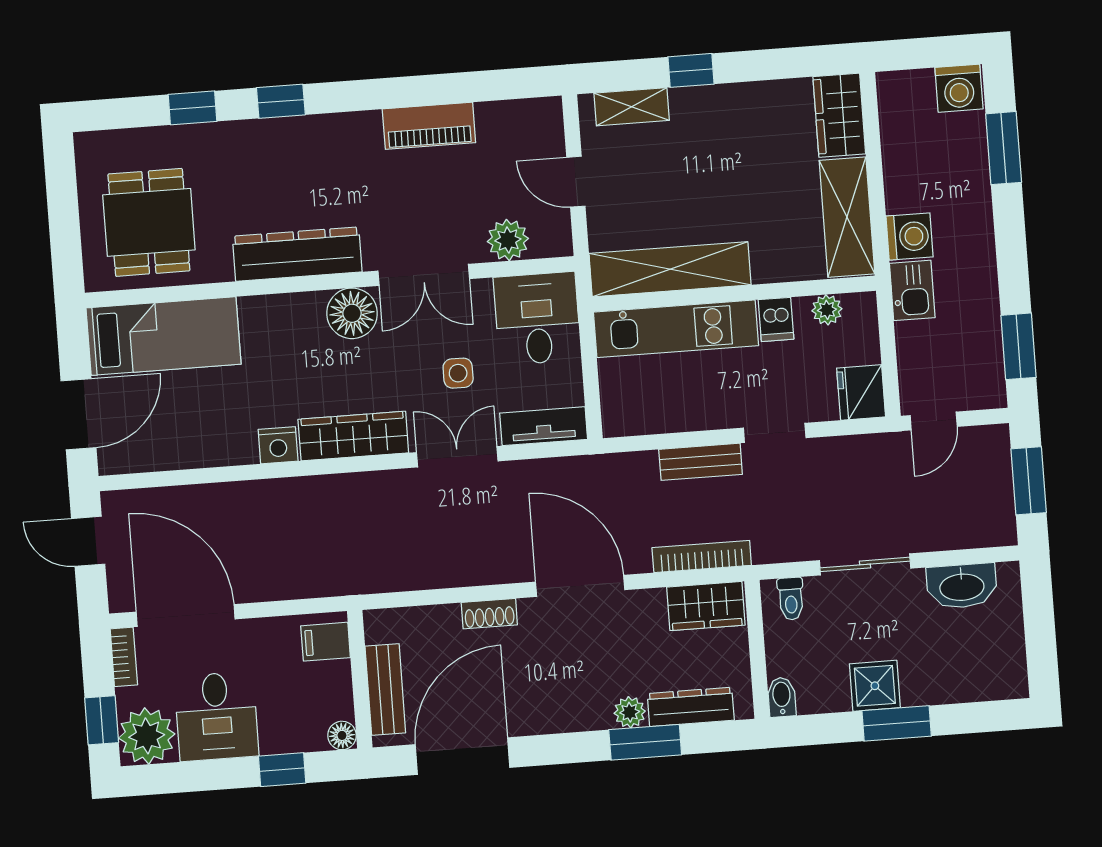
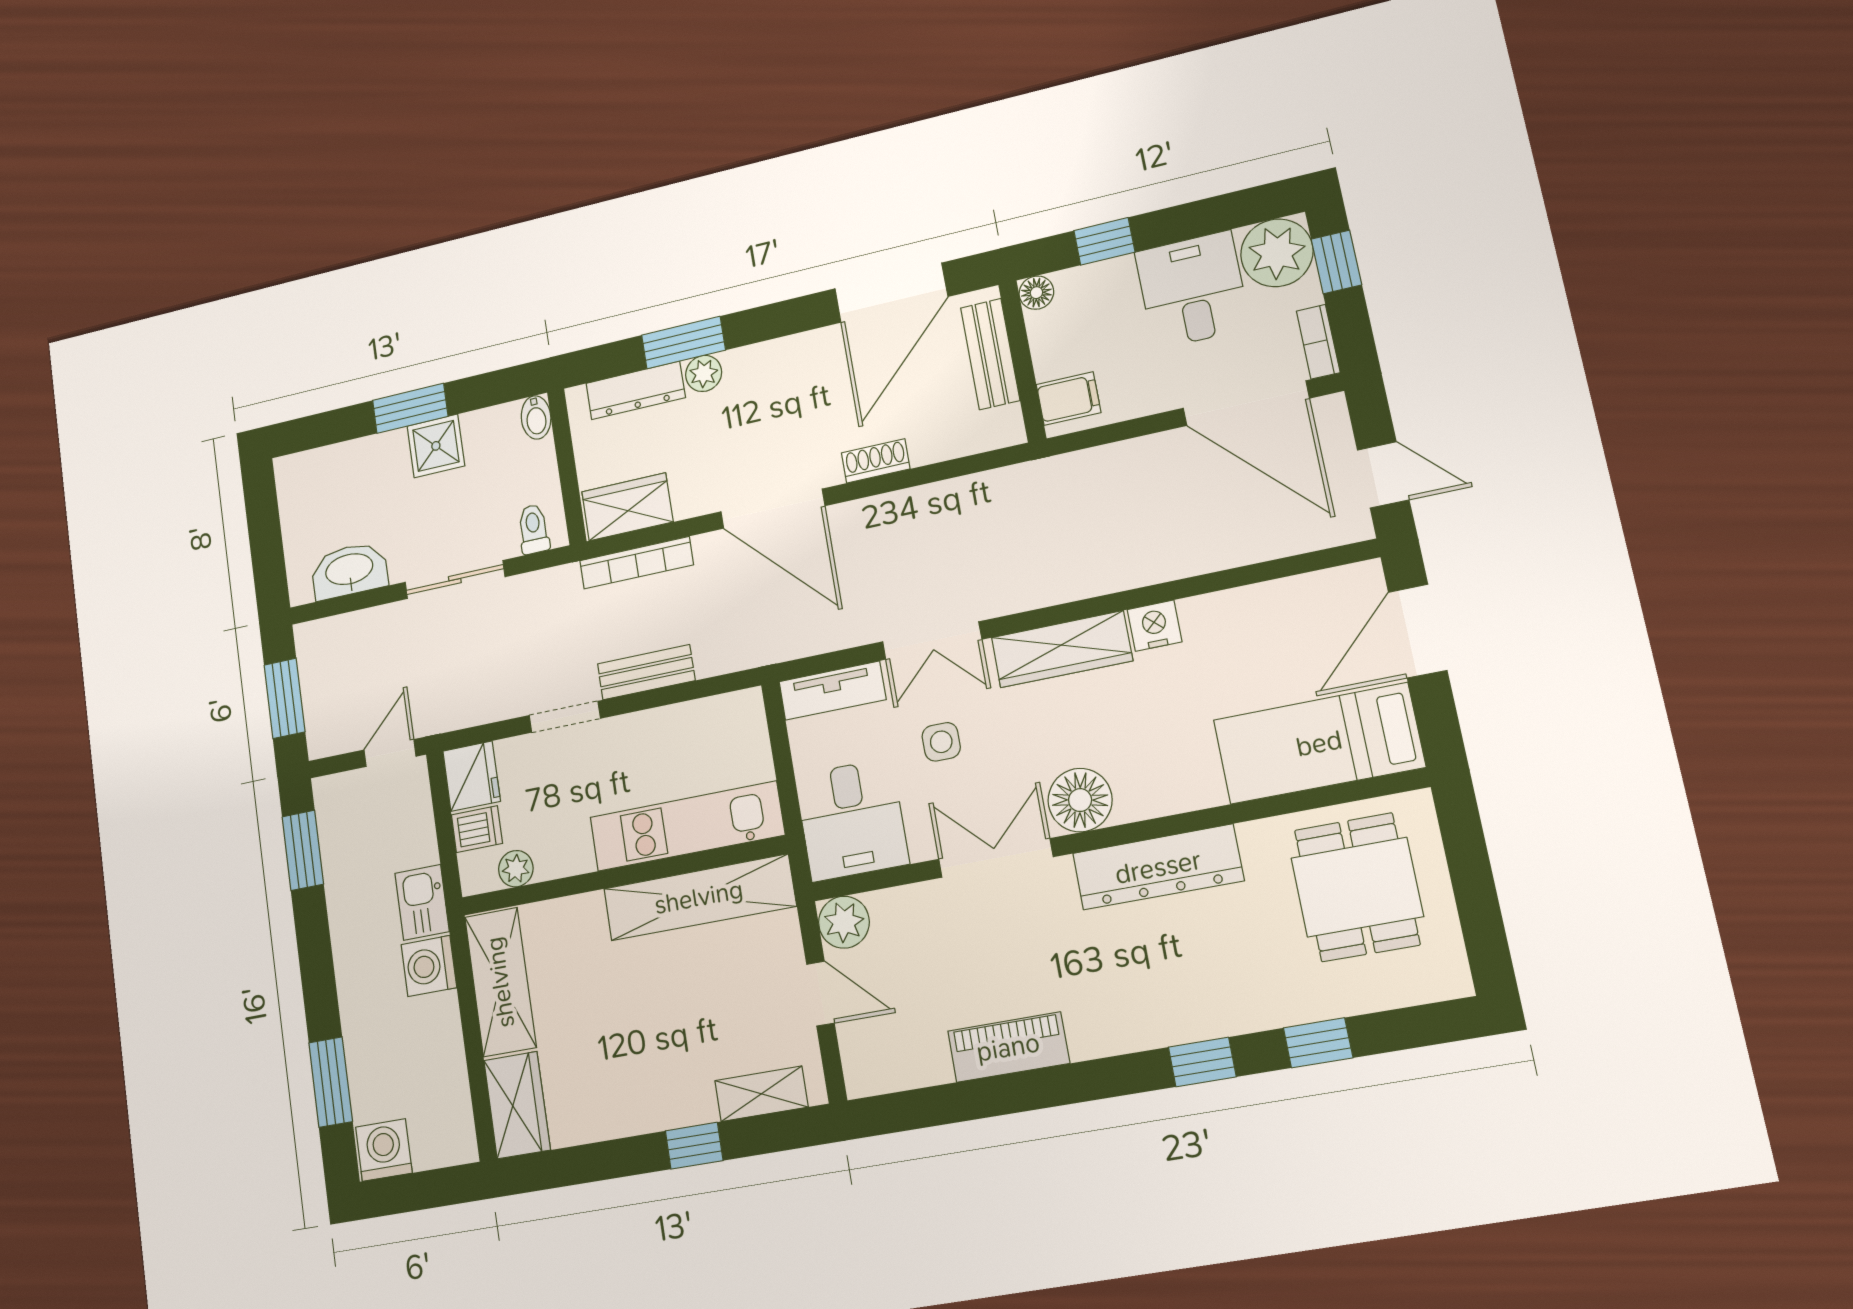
plant: (508, 240) -> (844, 922), moved
dishwasher: (776, 319) -> (477, 829), moved, turned 90

